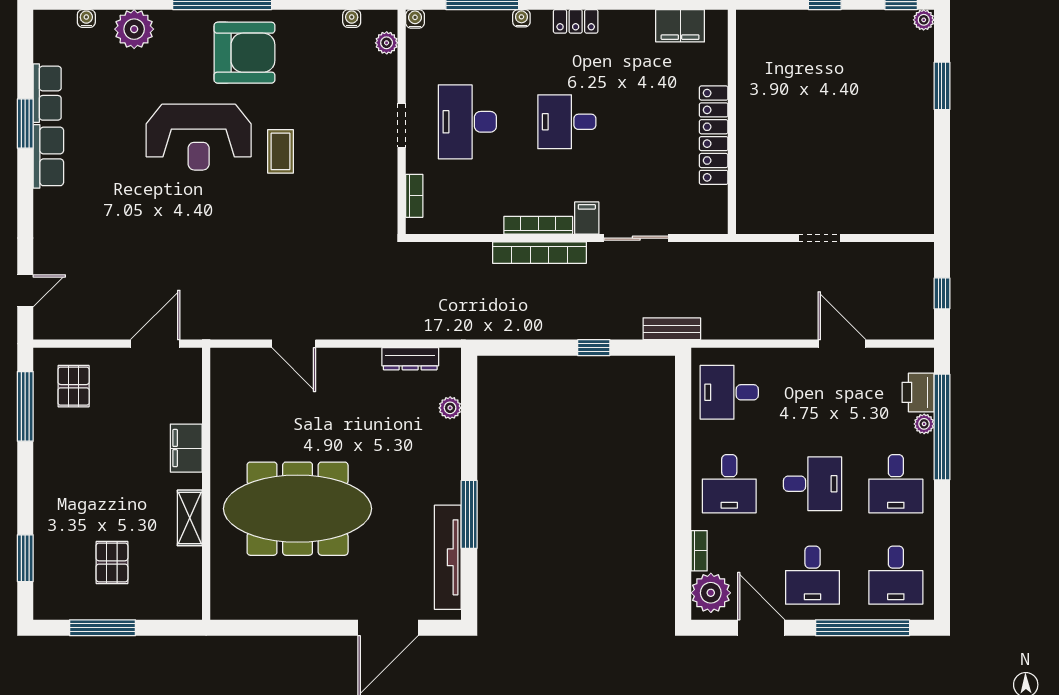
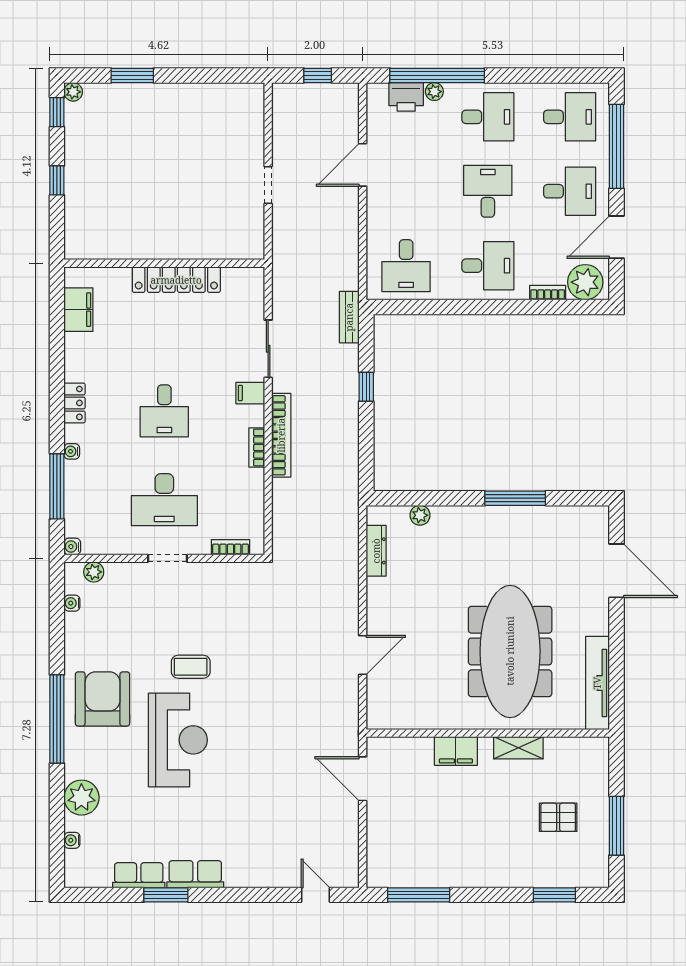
bookcase: (538, 225) -> (257, 448), width x0.64
pallet: (74, 386) -> (401, 852), removed
tv unit: (448, 557) -> (597, 683), moved, turned 90

